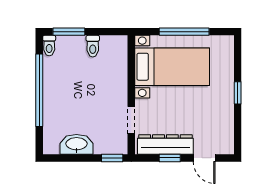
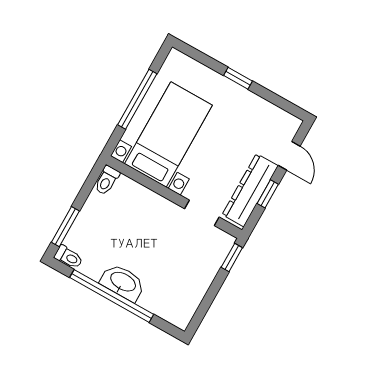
toilet: (93, 46) -> (107, 180), moved, turned 90
washbasin: (76, 144) -> (123, 282), moved, turned 90
door: (204, 158) -> (289, 156), hinge flipped

